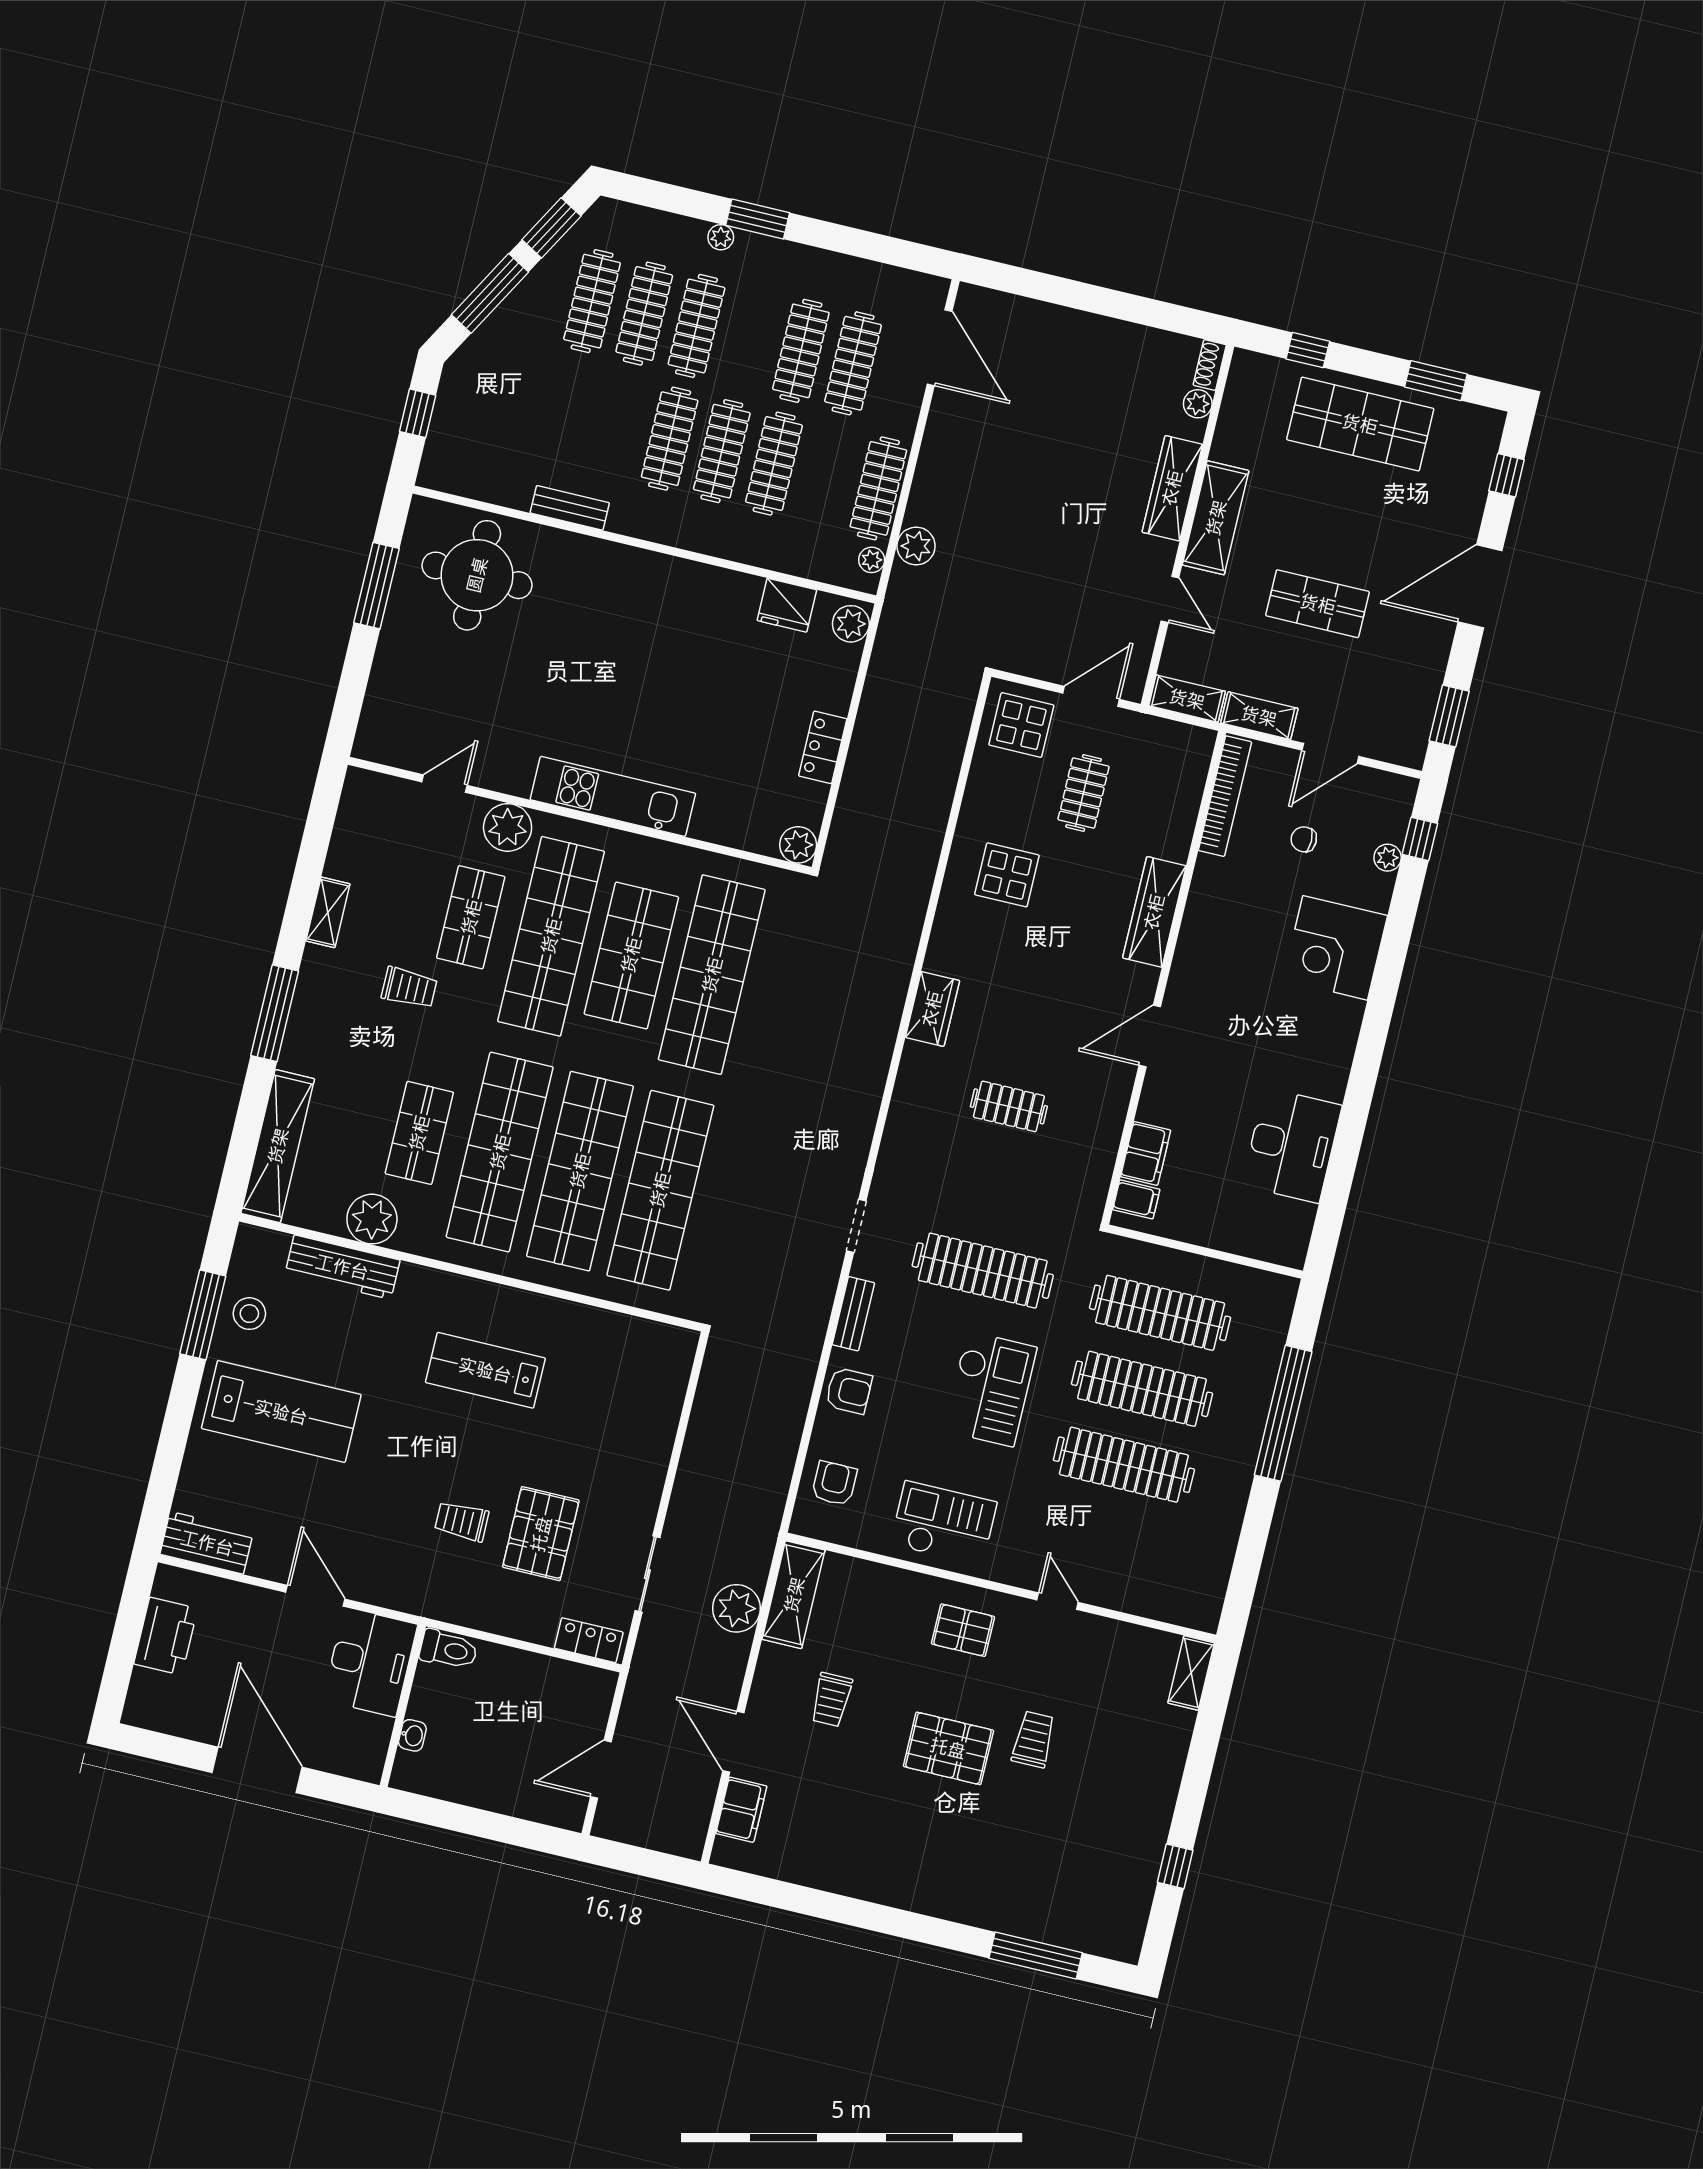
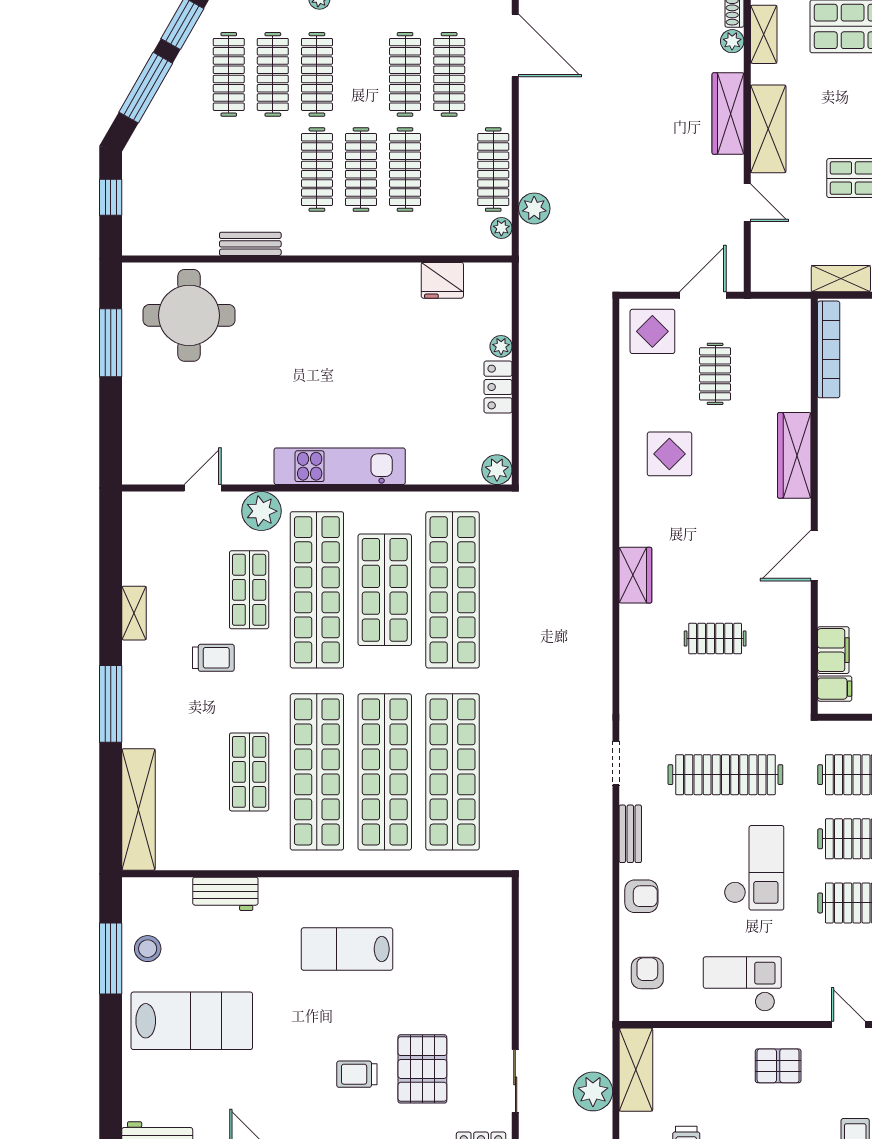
plant: (851, 624) -> (501, 346), moved, width x0.73, depth x0.73
shelving: (1187, 699) -> (764, 34), moved, turned 90
plant: (372, 1219) -> (228, 850), removed
workbench: (342, 1267) -> (225, 894), width x0.73

